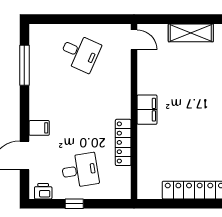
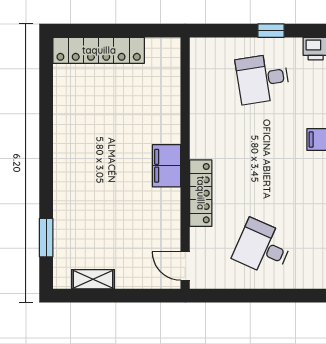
shelving: (191, 33) -> (93, 279), width x0.67, depth x0.75
locker: (123, 142) -> (201, 193), moved

